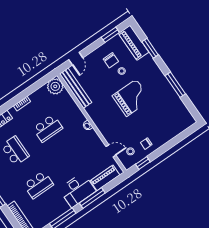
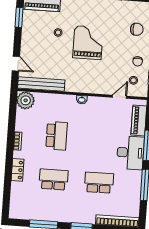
chair: (111, 60) -> (137, 29), moved
school desk: (38, 185) -> (99, 183), turned -90

